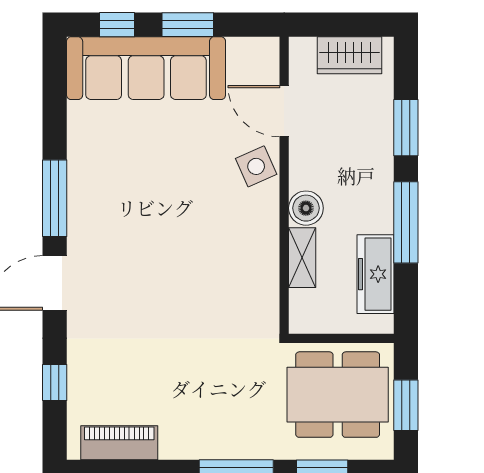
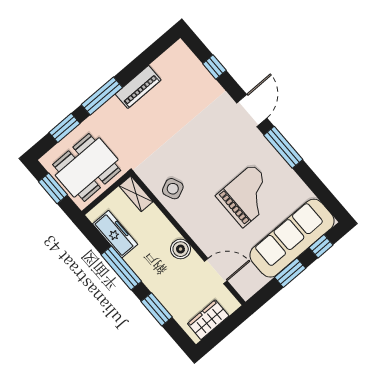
side table: (256, 166) -> (173, 189), moved
grand piano: (157, 175) -> (248, 196), added
boiler: (306, 208) -> (181, 249), moved
shelving: (302, 258) -> (136, 194), moved
piano: (119, 443) -> (138, 87), moved

